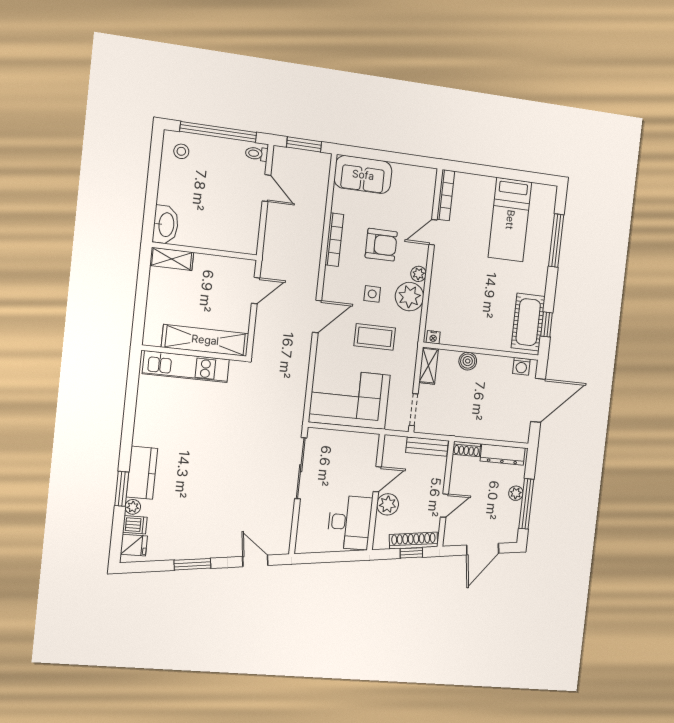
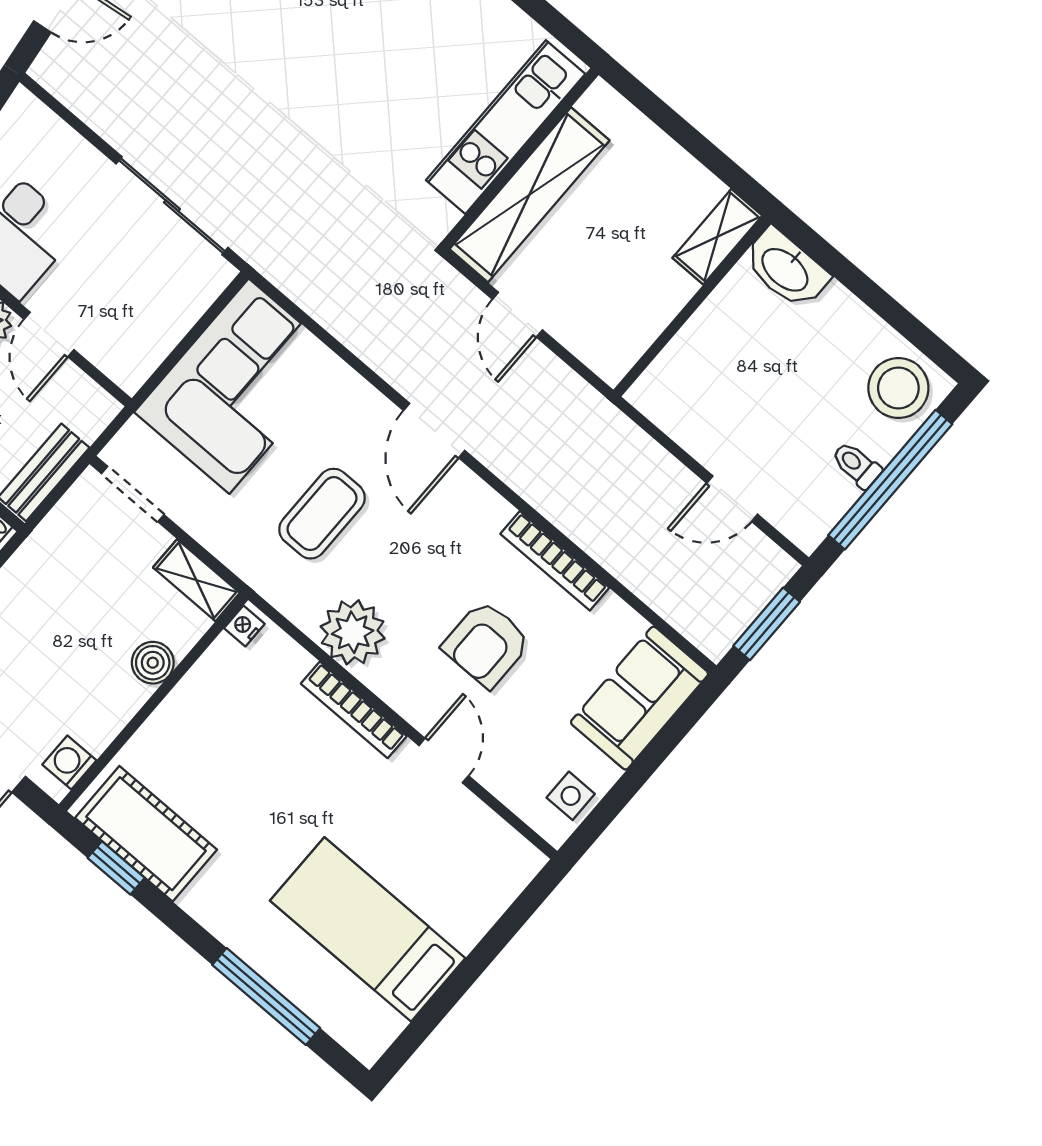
stool: (181, 151) -> (898, 388), width x1.89, depth x1.89
toilet: (257, 154) -> (856, 465), moved, turned -90
bookcase: (446, 195) -> (354, 710), moved
plant: (419, 274) -> (384, 679), removed
door: (256, 291) -> (517, 315), moved
side table: (372, 294) -> (571, 796), moved

